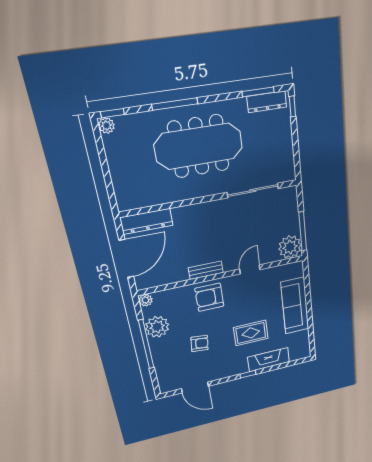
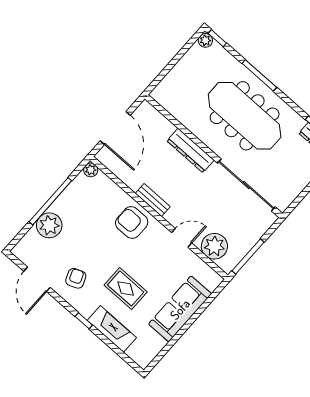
sliding door: (253, 190) -> (246, 185), width x1.36
dresser: (147, 221) -> (190, 150), moved
plant: (290, 247) -> (214, 246), moved
door: (126, 259) -> (115, 128), hinge flipped
plant: (157, 327) -> (49, 225), moved
armchair: (200, 343) -> (76, 278), moved, turned -118

